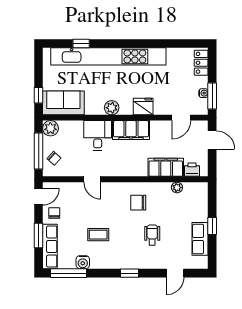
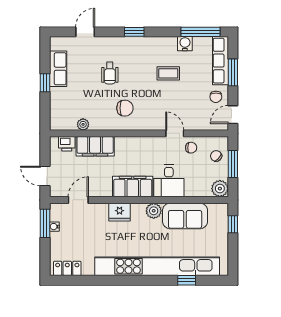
locker: (201, 63) -> (67, 268), moved, turned -90
sofa: (63, 103) -> (185, 216), moved
window: (39, 151) -> (233, 164), width x0.69
chair: (77, 166) -> (191, 148), added

